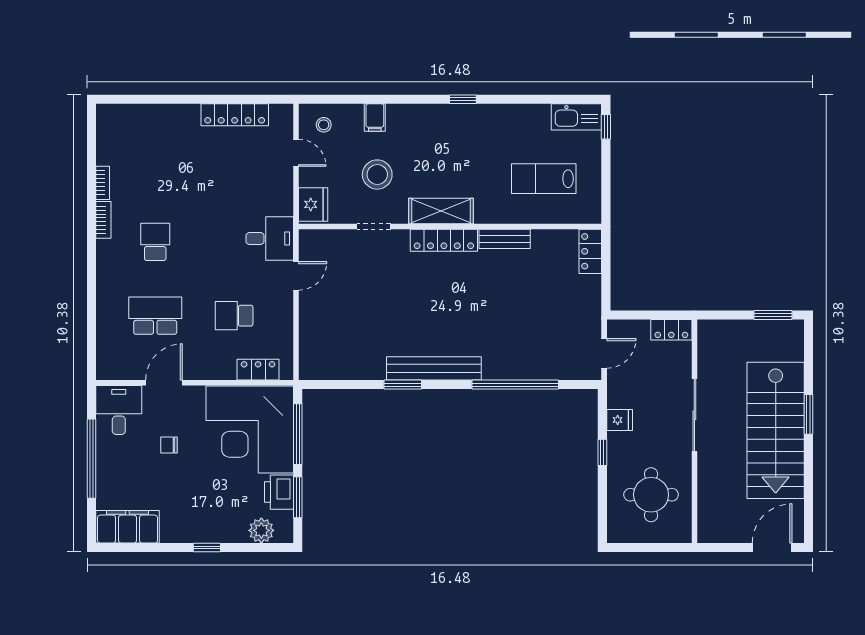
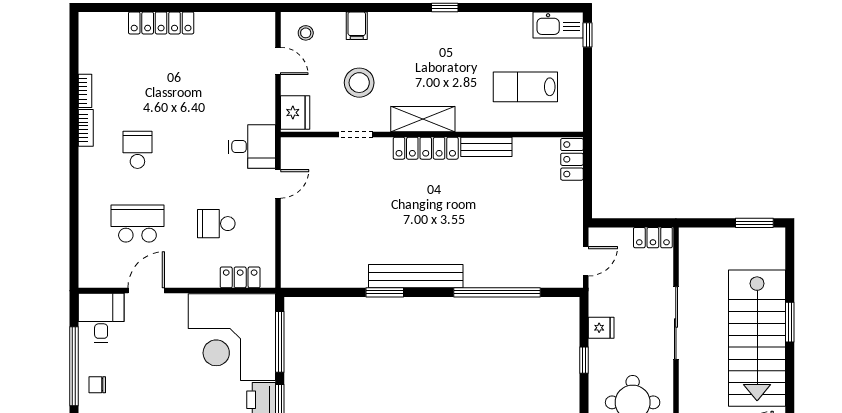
locker: (235, 115) -> (161, 23), moved
chair: (169, 445) -> (97, 385), moved

